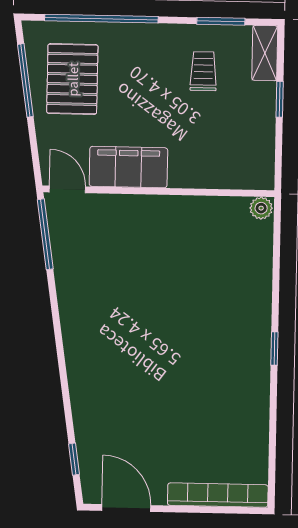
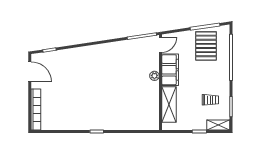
pallet: (72, 79) -> (206, 46), turned 90
shelving: (213, 172) -> (169, 104), added
plant: (261, 208) -> (154, 76), moved
door: (126, 508) -> (30, 72), hinge flipped

